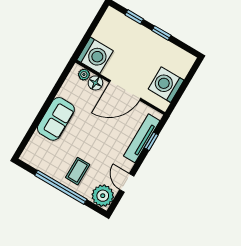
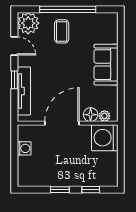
washing machine: (166, 85) -> (24, 148), width x0.53, depth x0.53
window: (151, 141) -> (14, 80), moved

